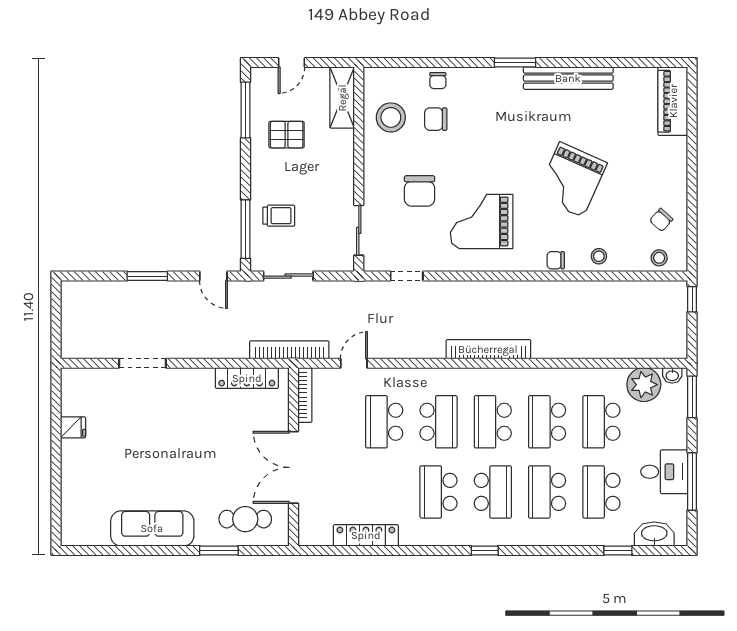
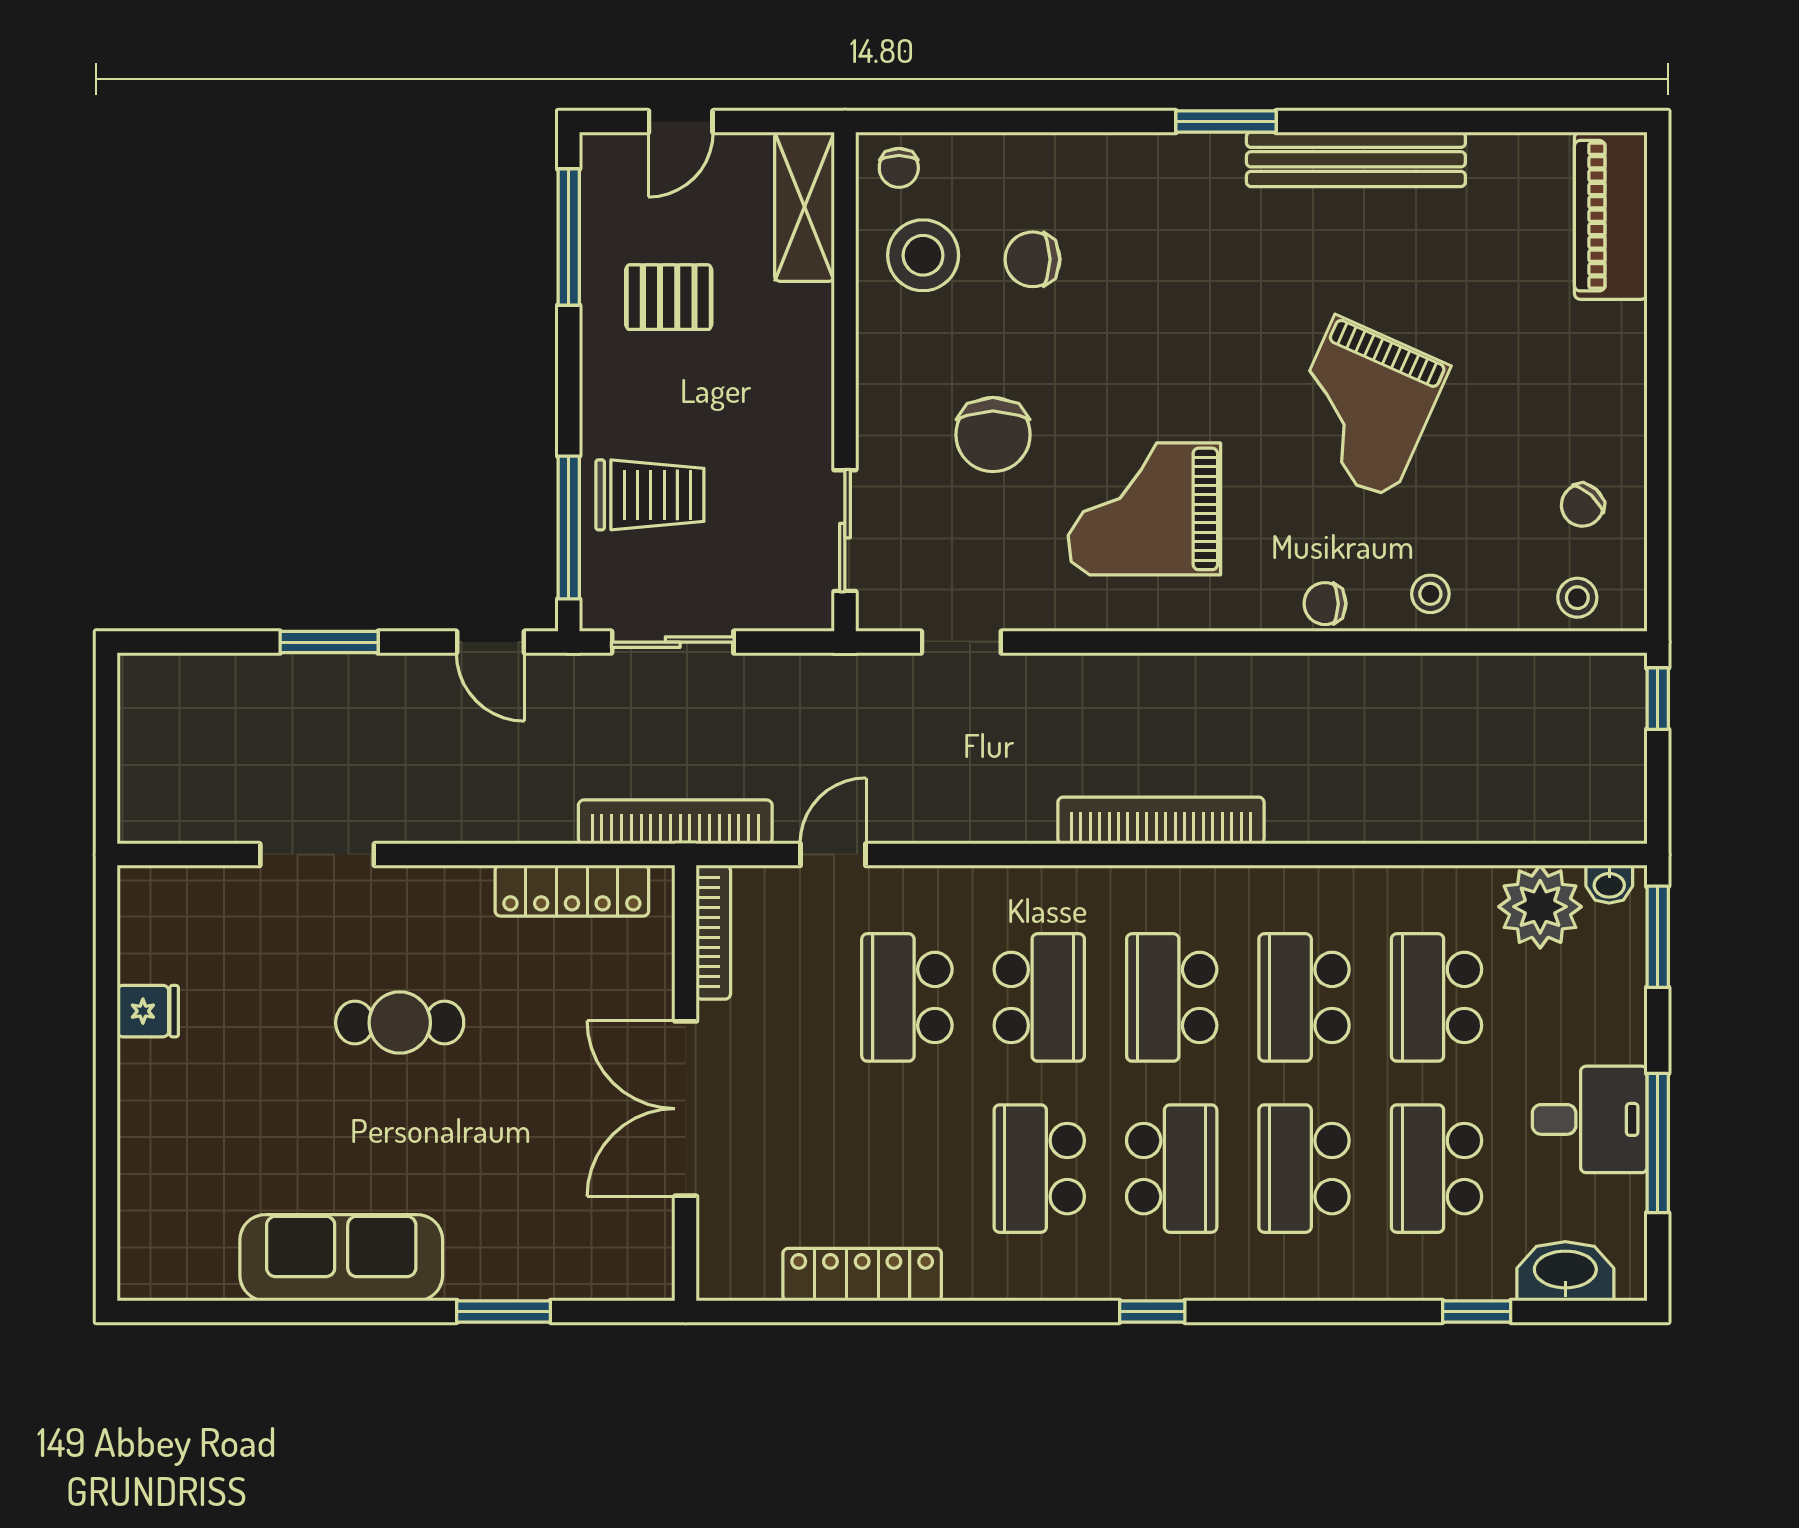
chair: (438, 81) -> (899, 168), moved
trolley: (279, 216) -> (650, 495), width x1.36, depth x1.39
cafe table: (245, 519) -> (400, 1023), moved

